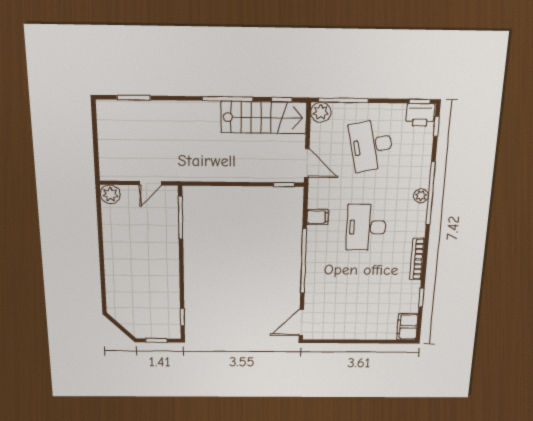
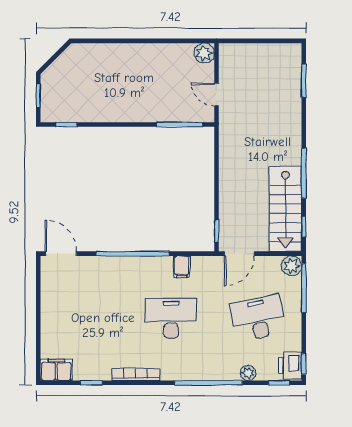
plant: (421, 196) -> (248, 373), moved

